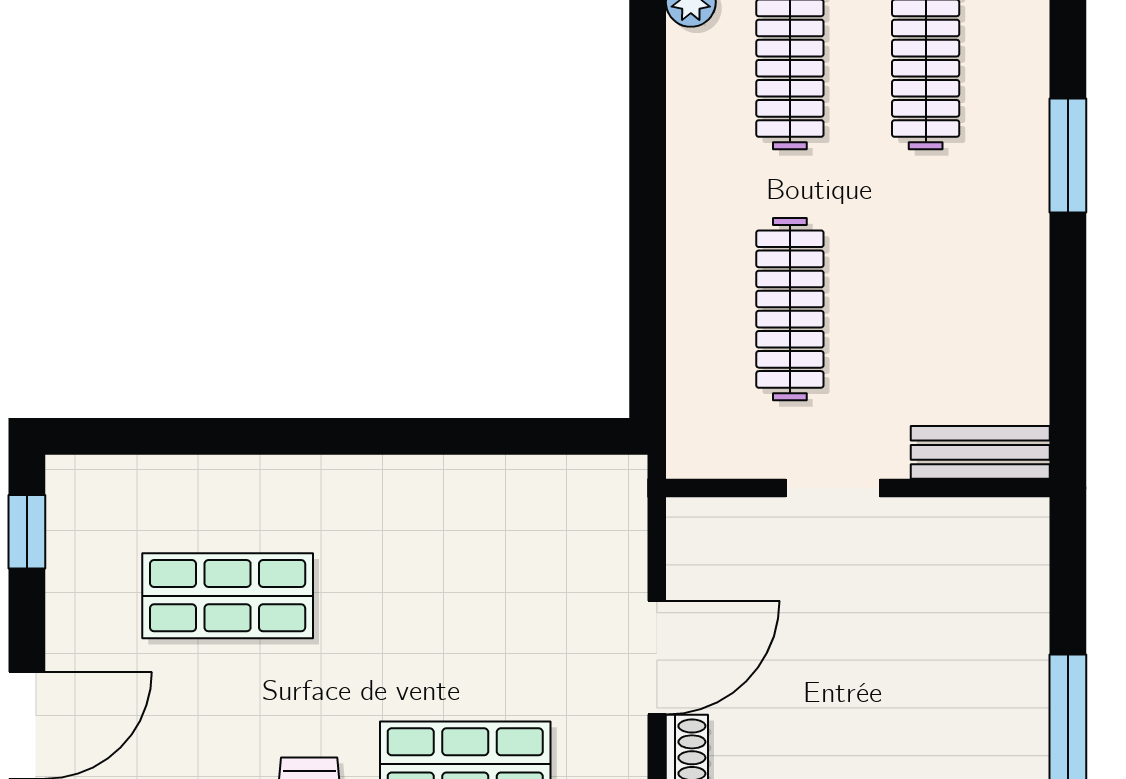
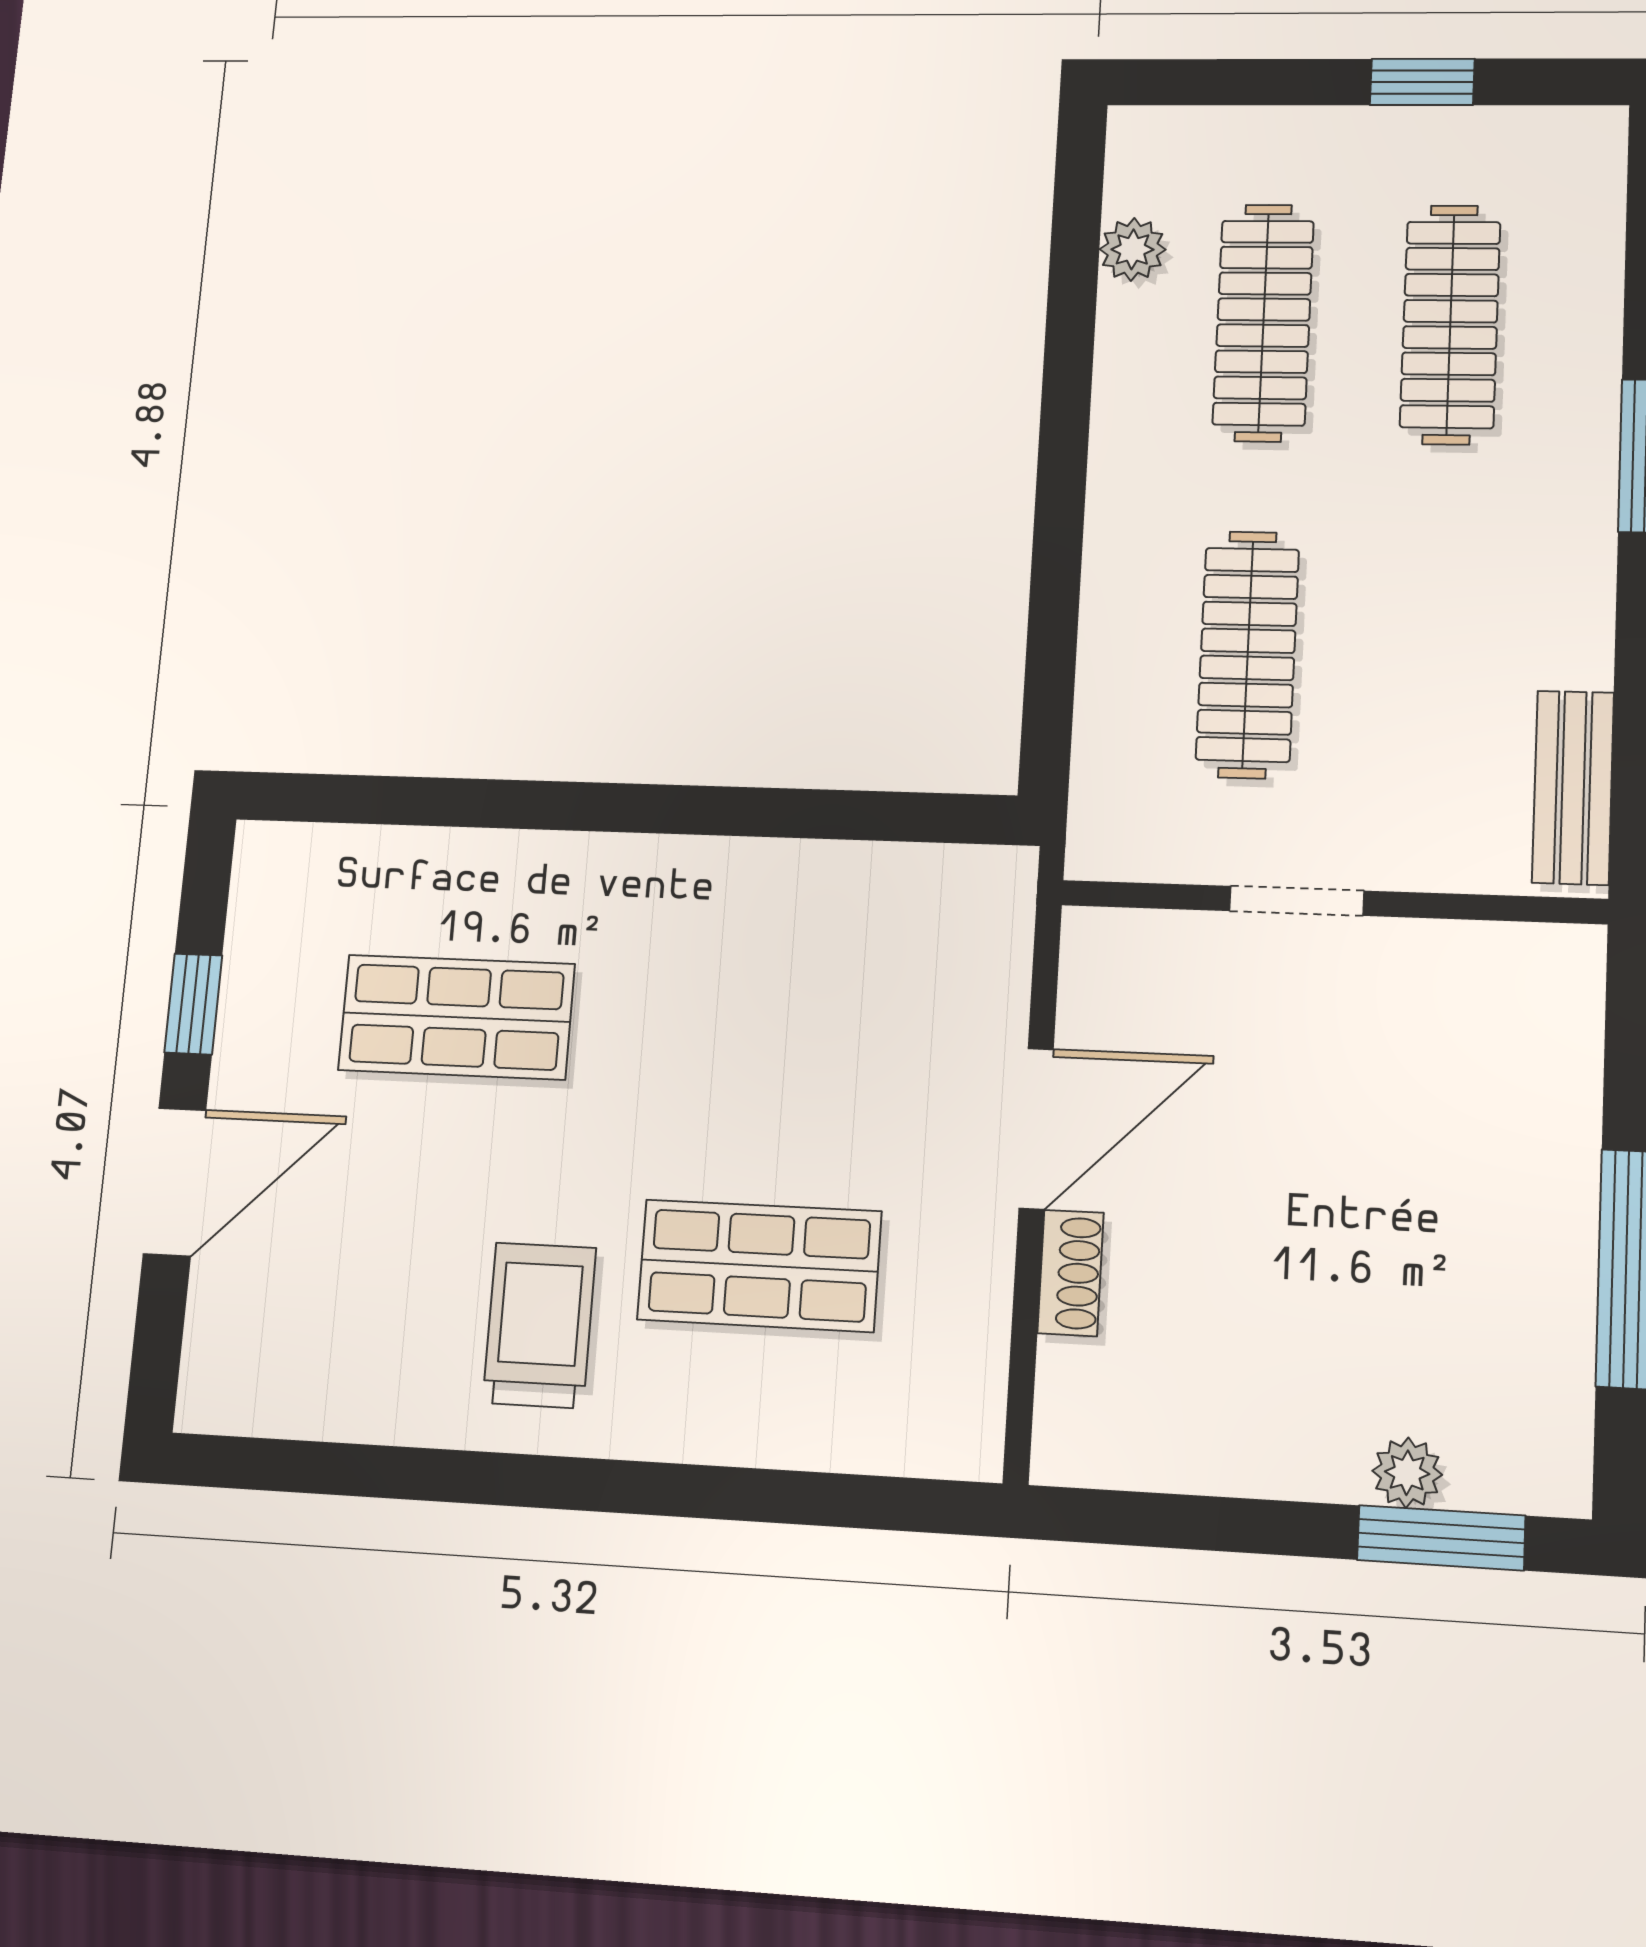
bench: (980, 452) -> (1573, 787), moved, turned 90
window: (27, 532) -> (193, 1004), moved

